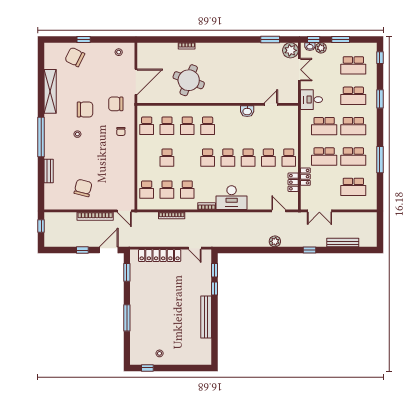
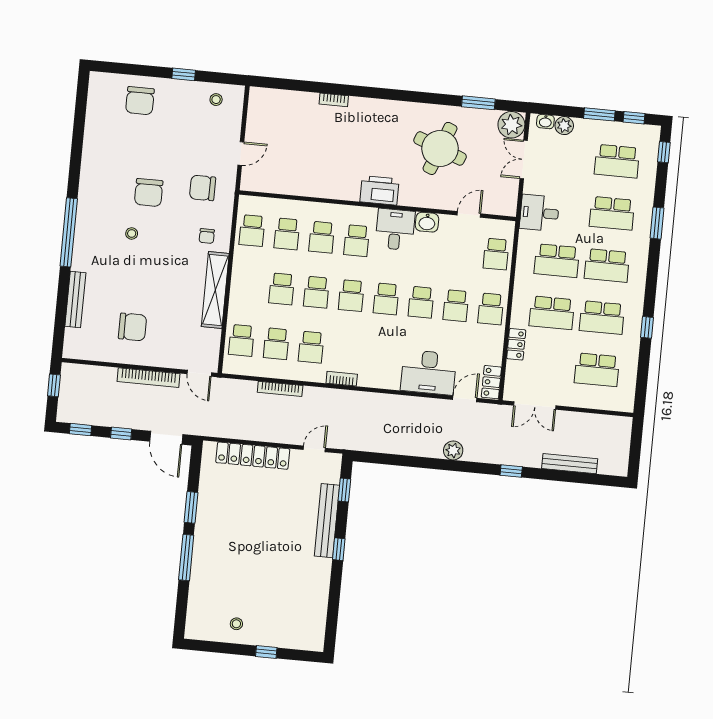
window: (84, 39) -> (184, 74), moved
window: (314, 39) -> (634, 118), moved
chair: (75, 57) -> (140, 101), turned -116
double door: (299, 70) -> (524, 159), swing flipped
round table: (189, 80) -> (440, 148), moved
door: (136, 82) -> (241, 154), width x0.53
shelving: (50, 91) -> (215, 290), moved
printer: (218, 95) -> (380, 190), added
chair: (85, 110) -> (149, 193), turned 90
desk: (229, 117) -> (395, 229), added
school desk: (289, 126) -> (496, 254), added
school desk: (187, 158) -> (316, 292), added
window: (380, 160) -> (647, 327), width x0.46
bench: (49, 171) -> (75, 300), width x1.36
locker: (293, 182) -> (491, 382), moved
chair: (83, 188) -> (132, 327), turned 76
desk: (232, 198) -> (428, 372), moved
door: (279, 211) -> (465, 399), hinge flipped
door: (195, 248) -> (314, 449), swing flipped
window: (59, 250) -> (81, 430), added
door: (109, 250) -> (166, 438), swing flipped
window: (127, 272) -> (191, 507), moved
window: (214, 289) -> (339, 549), moved
bench: (206, 317) -> (327, 521), moved
window: (147, 368) -> (266, 652), moved

